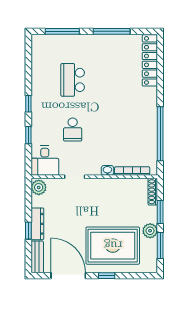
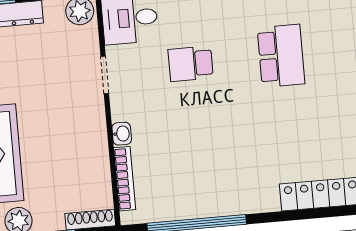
school desk: (73, 80) -> (281, 56), turned 90

